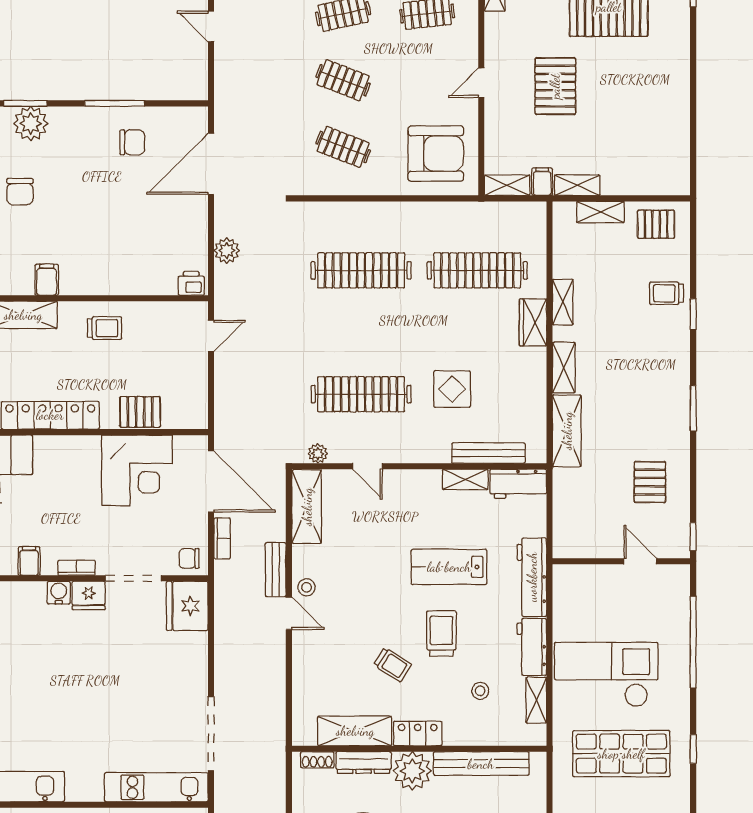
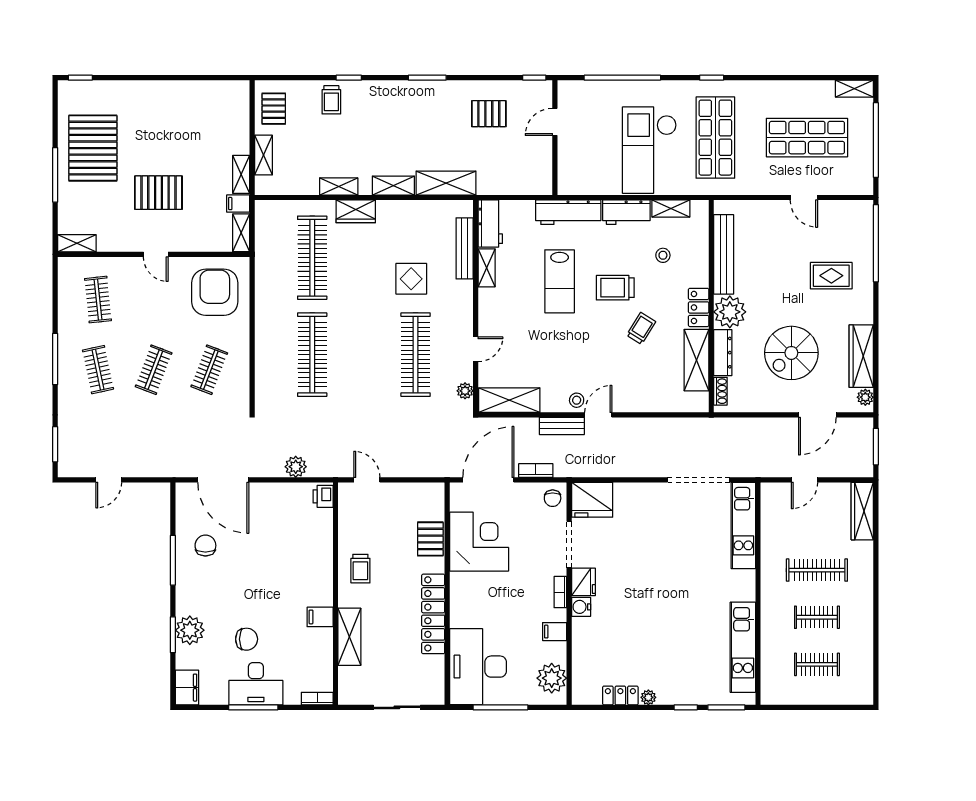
trolley: (105, 328) -> (360, 569), turned 180

